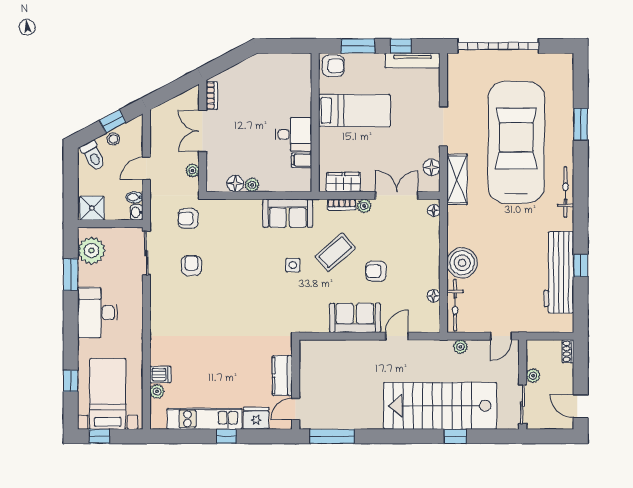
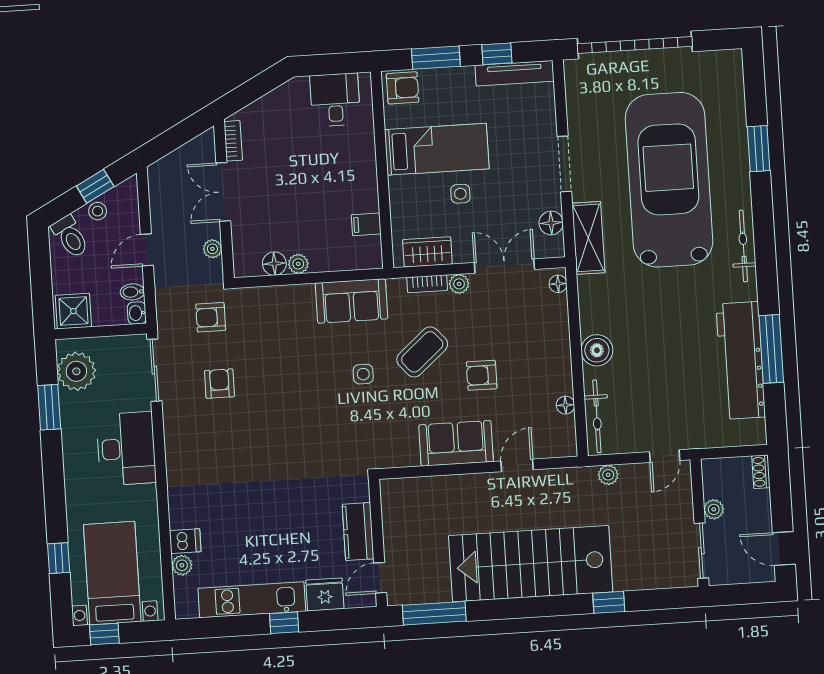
desk: (293, 134) -> (335, 100), moved, turned -90
side table: (369, 143) -> (460, 194), added
boiler: (462, 263) -> (597, 350), width x0.73, depth x0.73
window: (581, 265) -> (771, 349), width x2.17
desk: (97, 313) -> (126, 449), moved, turned 180
stairs: (440, 406) -> (531, 564), moved

